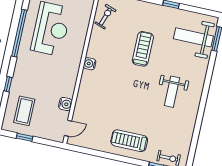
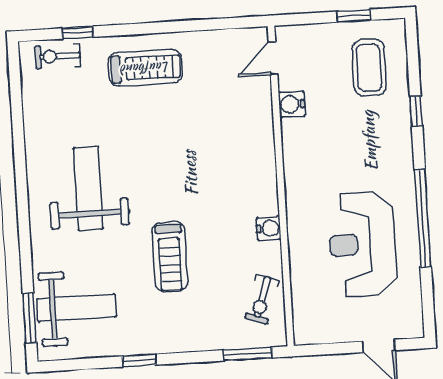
water cooler: (90, 64) -> (269, 228), moved
weight bench: (172, 92) -> (88, 189), width x1.36, depth x1.33

